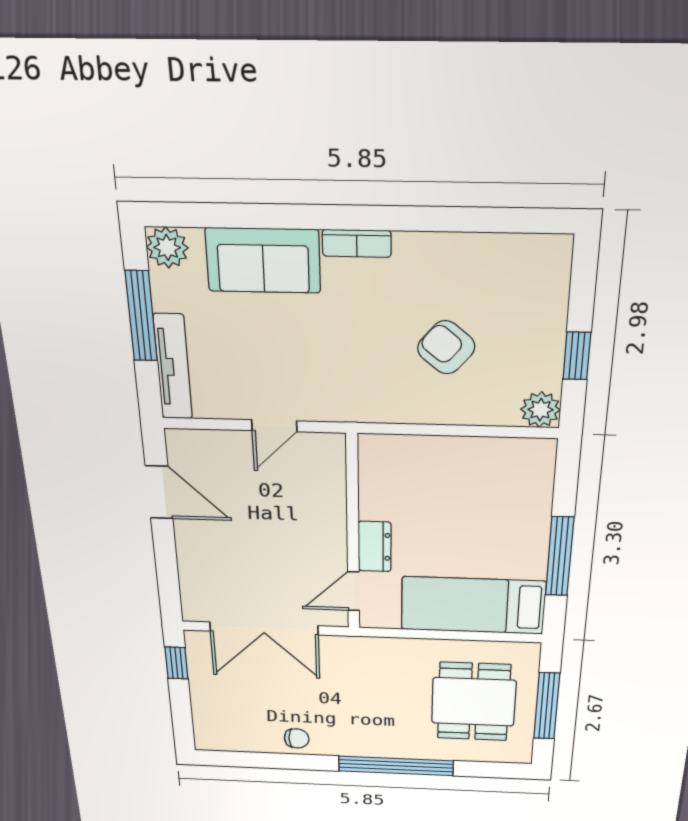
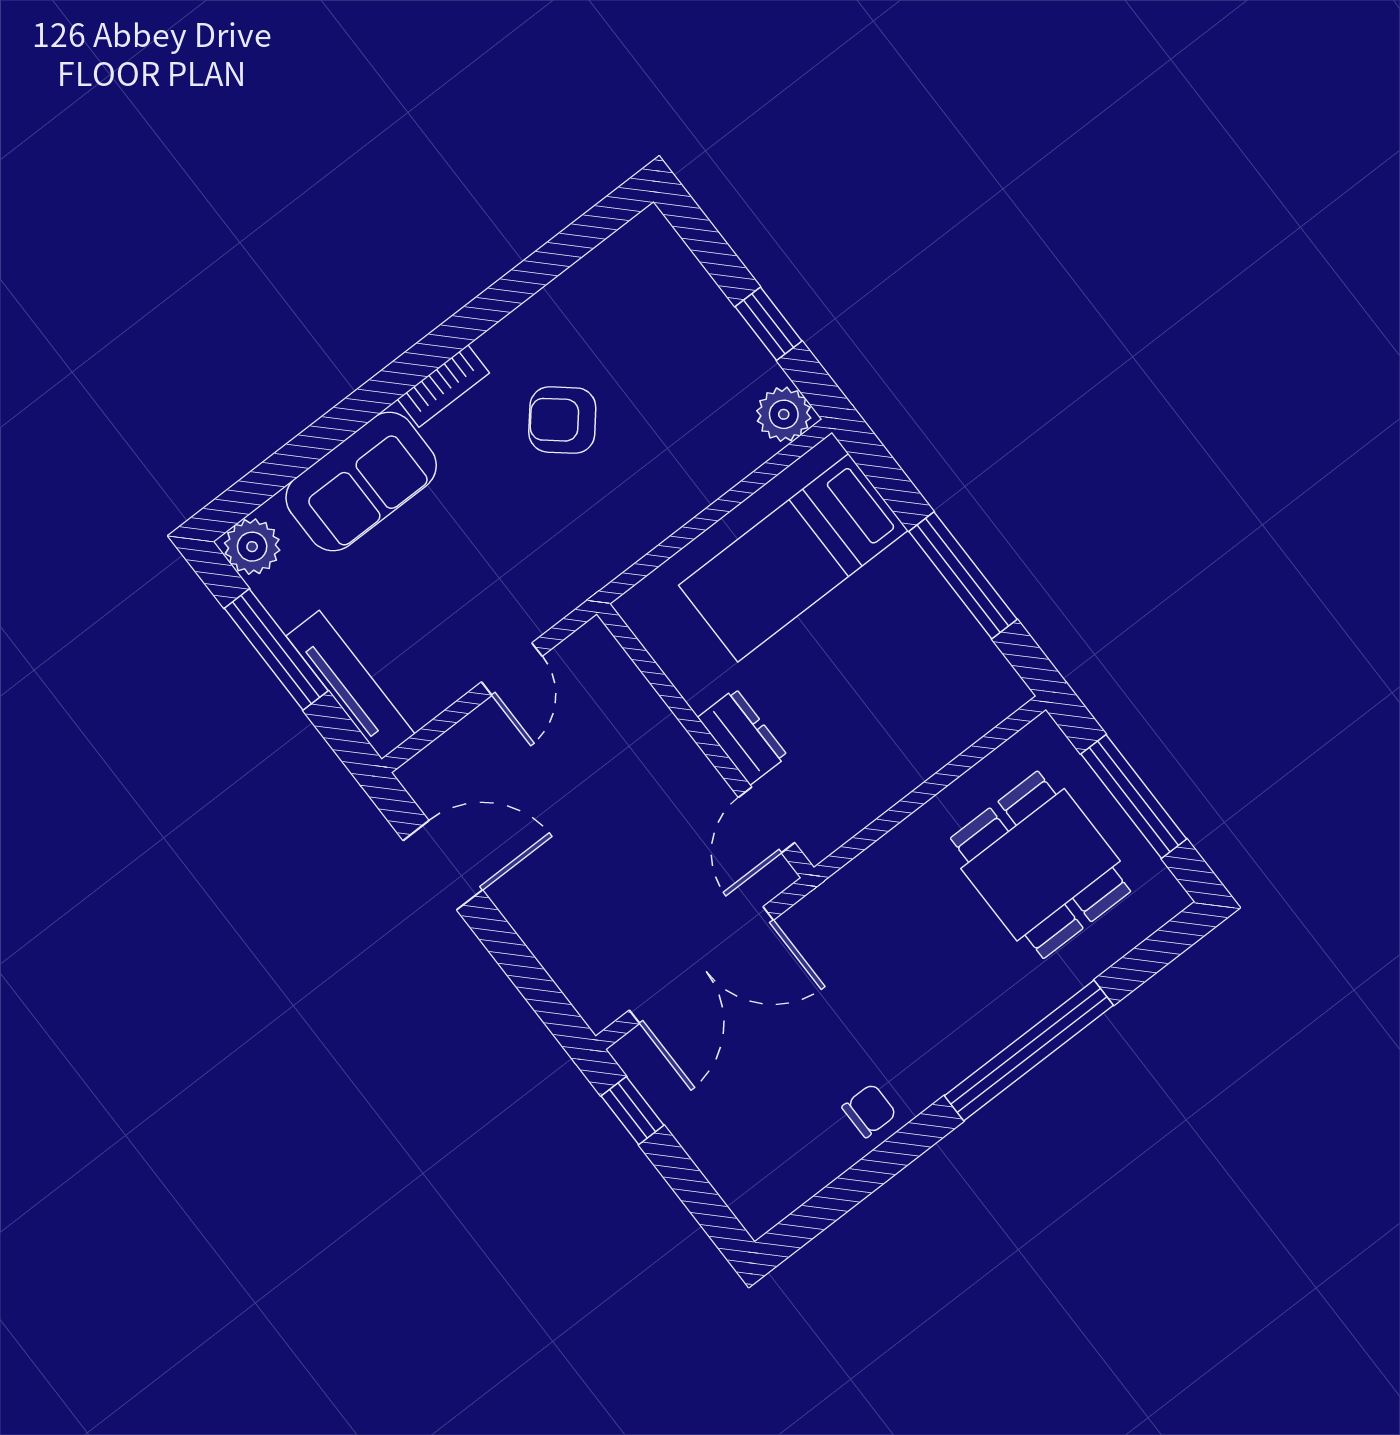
armchair: (446, 347) -> (562, 420), moved
bed: (473, 605) -> (793, 558), moved

